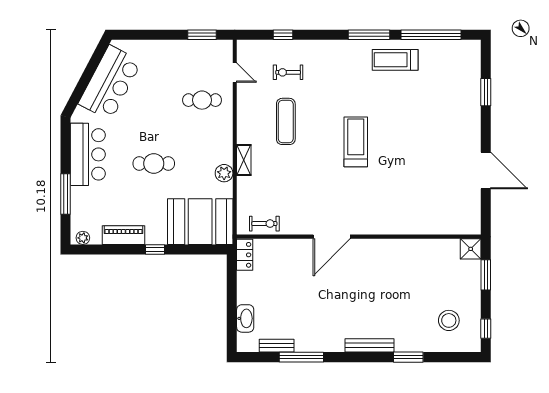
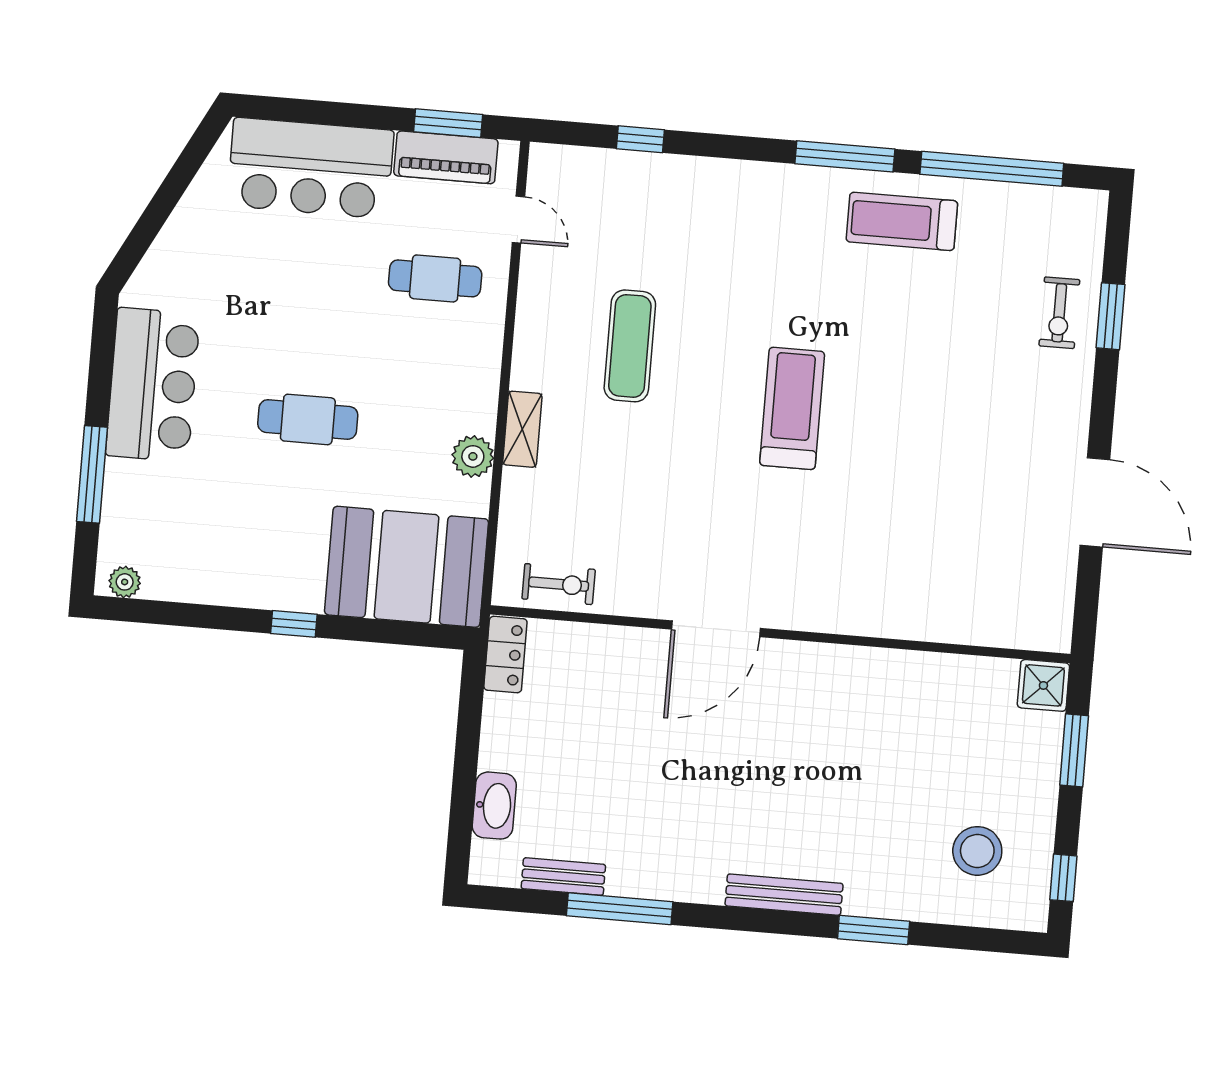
exercise bike: (288, 72) -> (1059, 313), moved, turned -90
bar counter: (110, 83) -> (310, 168), moved, turned 62
piano: (123, 235) -> (446, 157), moved, turned 180

